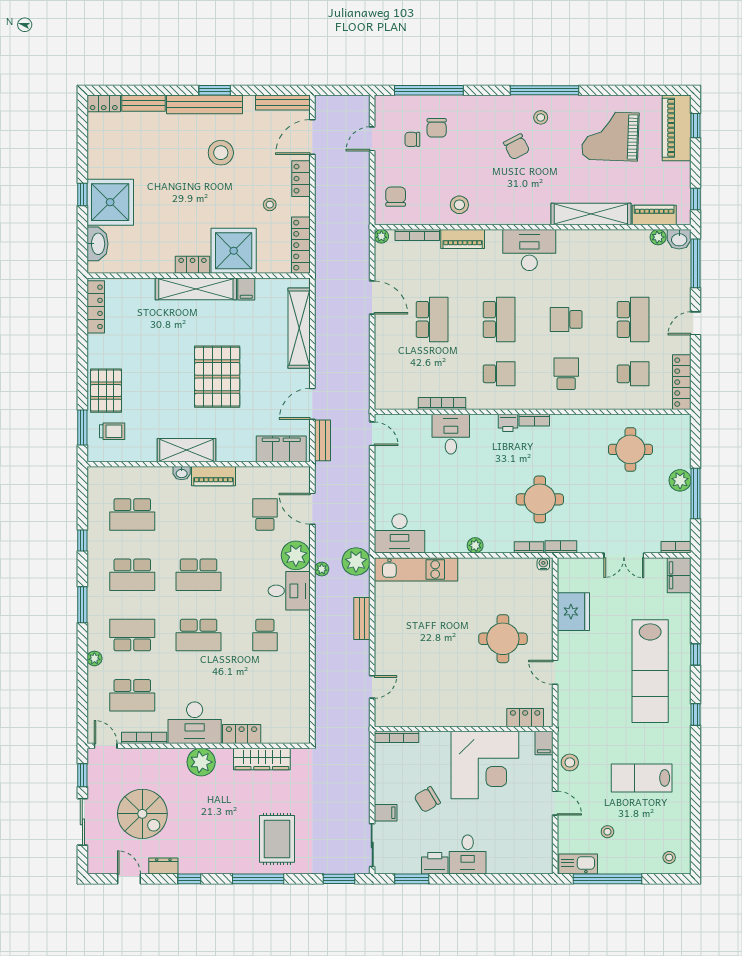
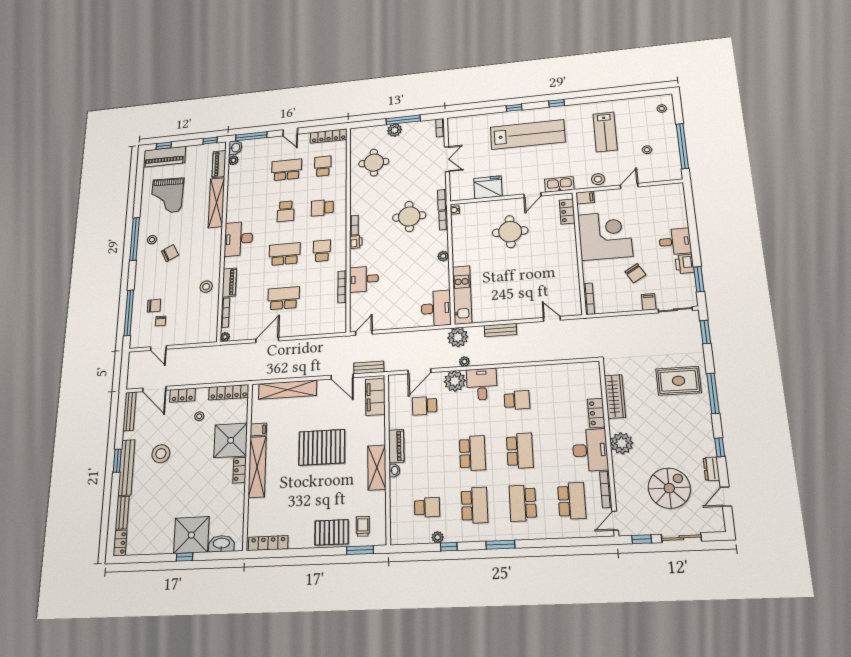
chair: (396, 197) -> (198, 329), removed
school desk: (132, 514) -> (427, 507), width x0.54
filing cabinet: (679, 575) -> (459, 124), removed
plant: (94, 658) -> (438, 537), moved
kitchen sink: (578, 864) -> (559, 184), moved, turned 90

